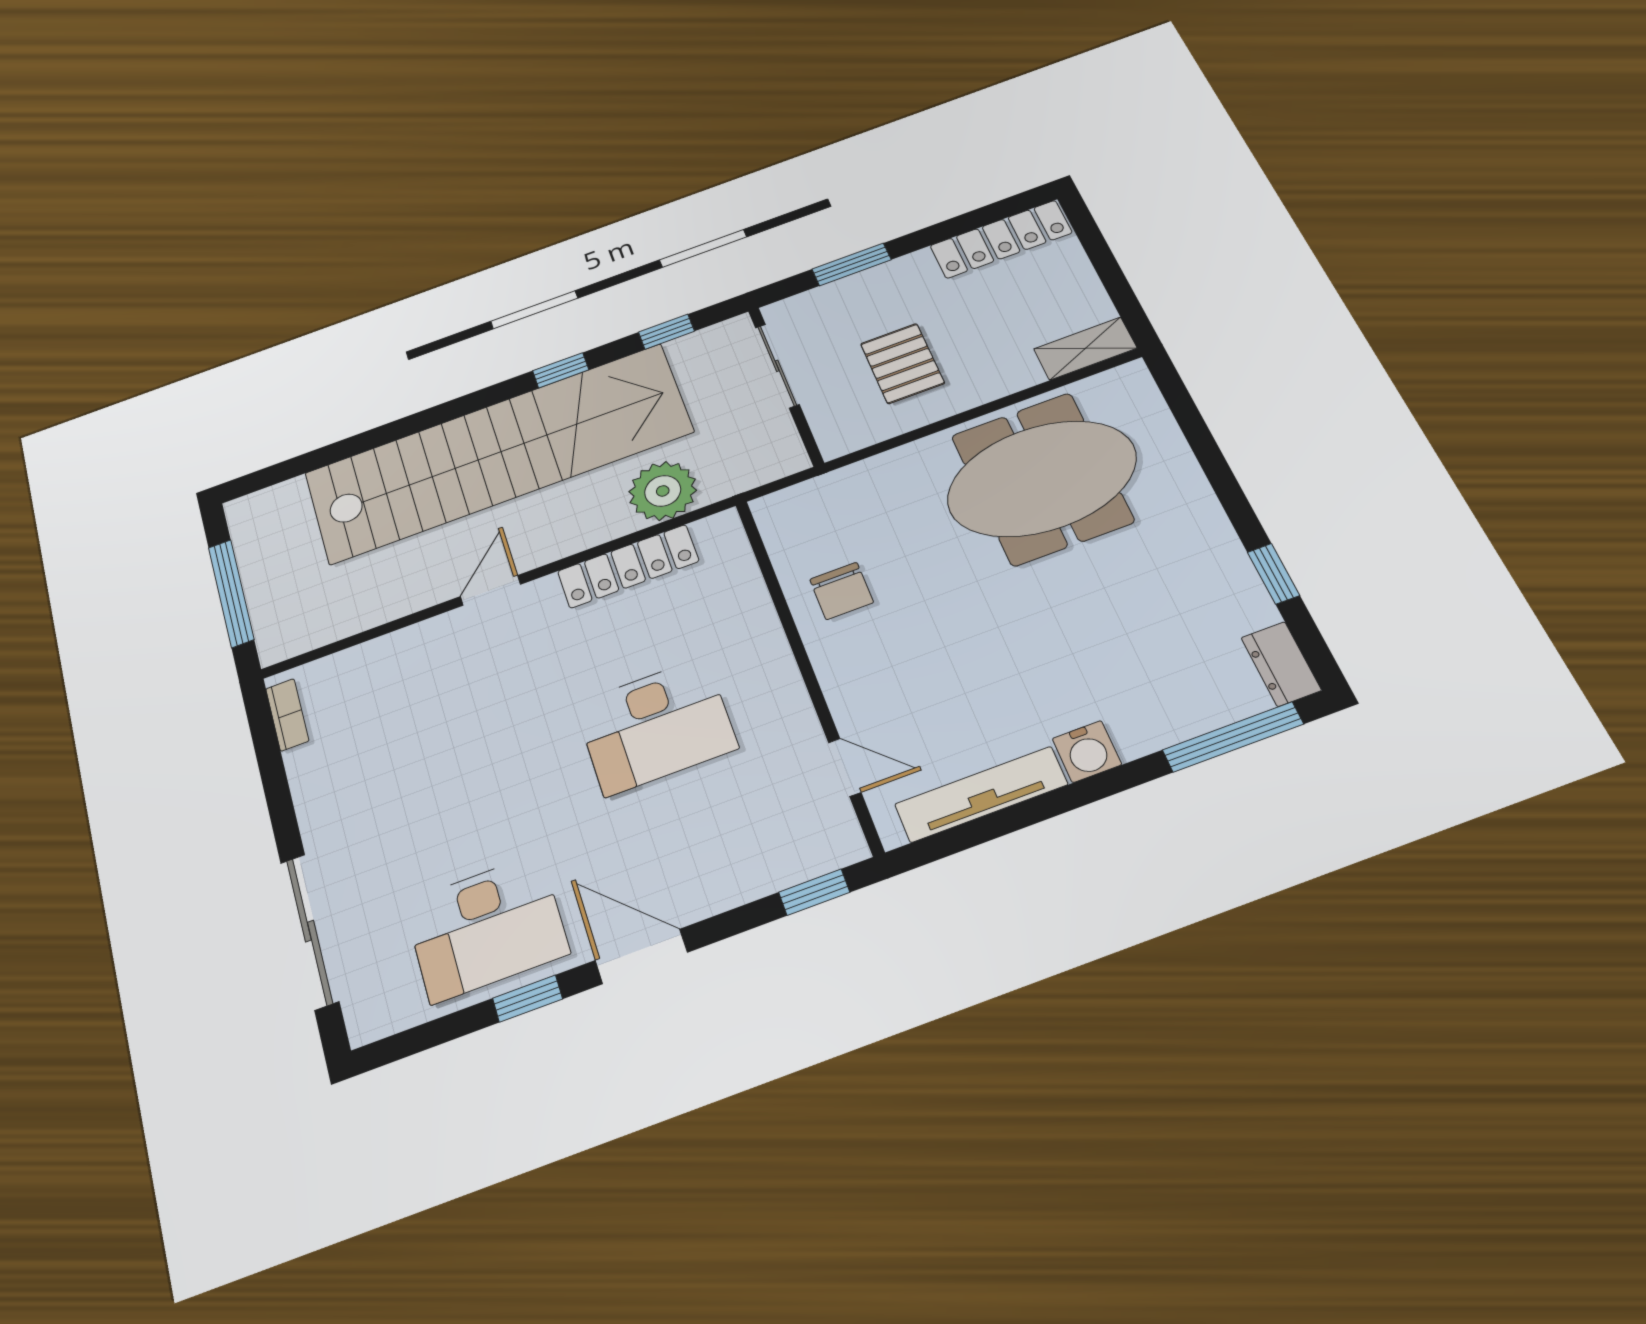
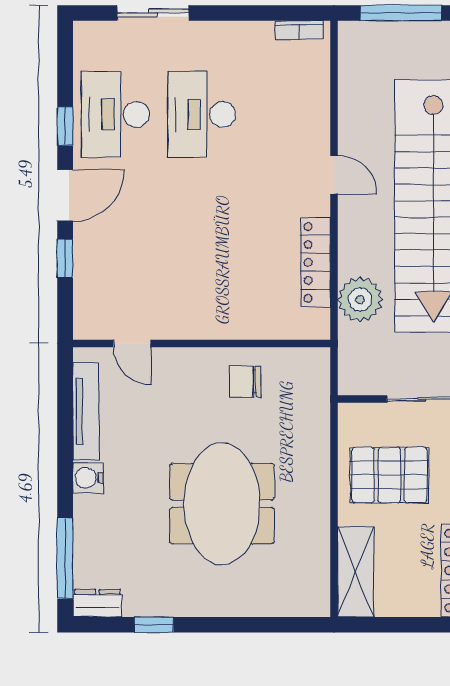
shelving: (1085, 348) -> (356, 572), width x1.50, depth x1.33
pallet: (902, 363) -> (389, 475), width x1.50, depth x1.42
meeting table: (1042, 478) -> (222, 504), moved
desk: (656, 726) -> (202, 114), moved
door: (845, 767) -> (132, 344), hinge flipped
window: (814, 892) -> (65, 258), moved
sliding door: (309, 931) -> (153, 13), width x0.73

